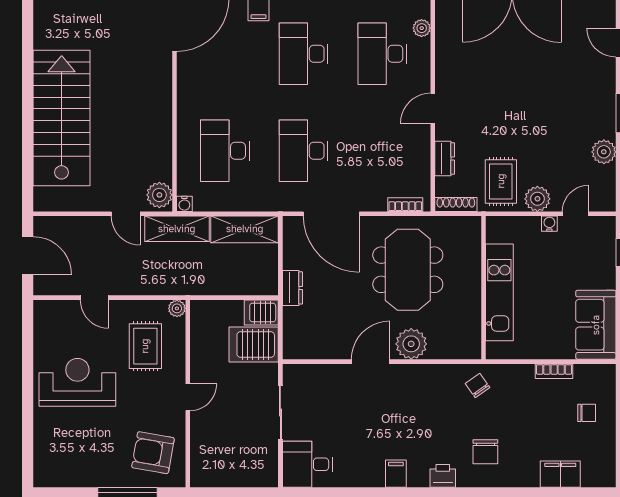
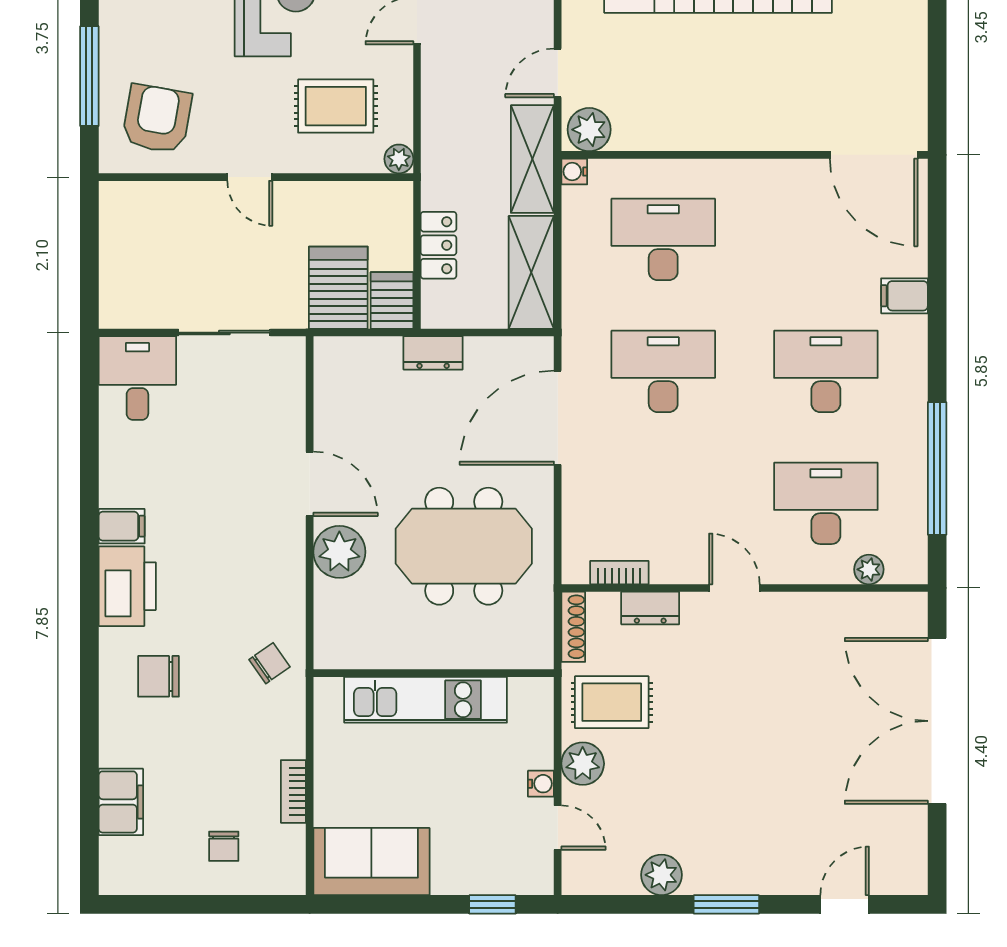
bookcase: (405, 205) -> (619, 573), moved, turned -90
locker: (228, 285) -> (438, 245), added
printer: (443, 476) -> (127, 586), width x1.87, depth x1.48

